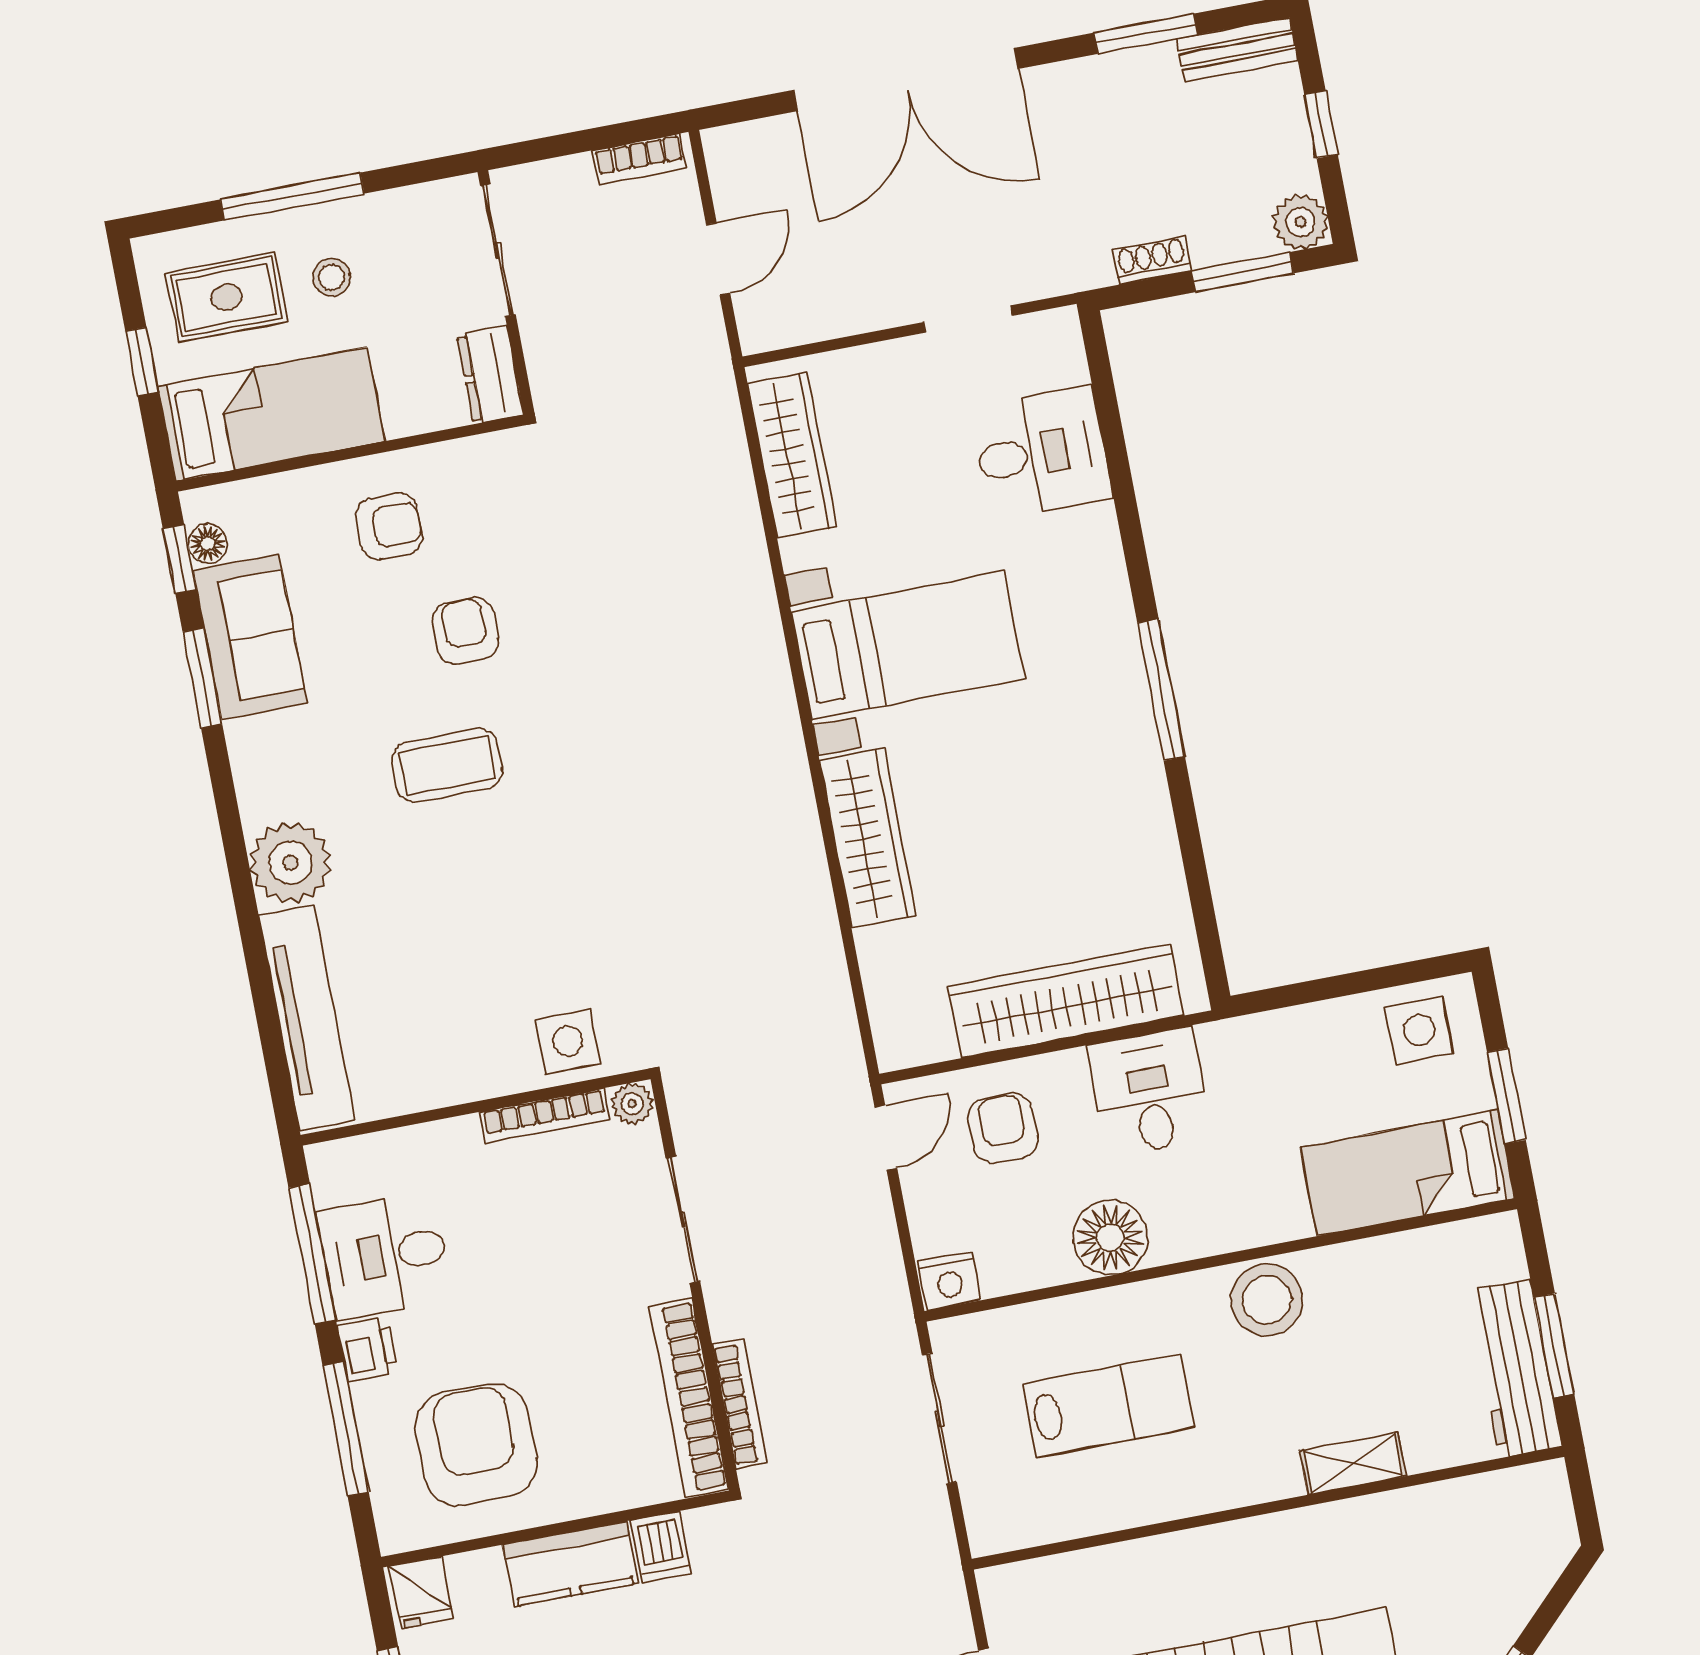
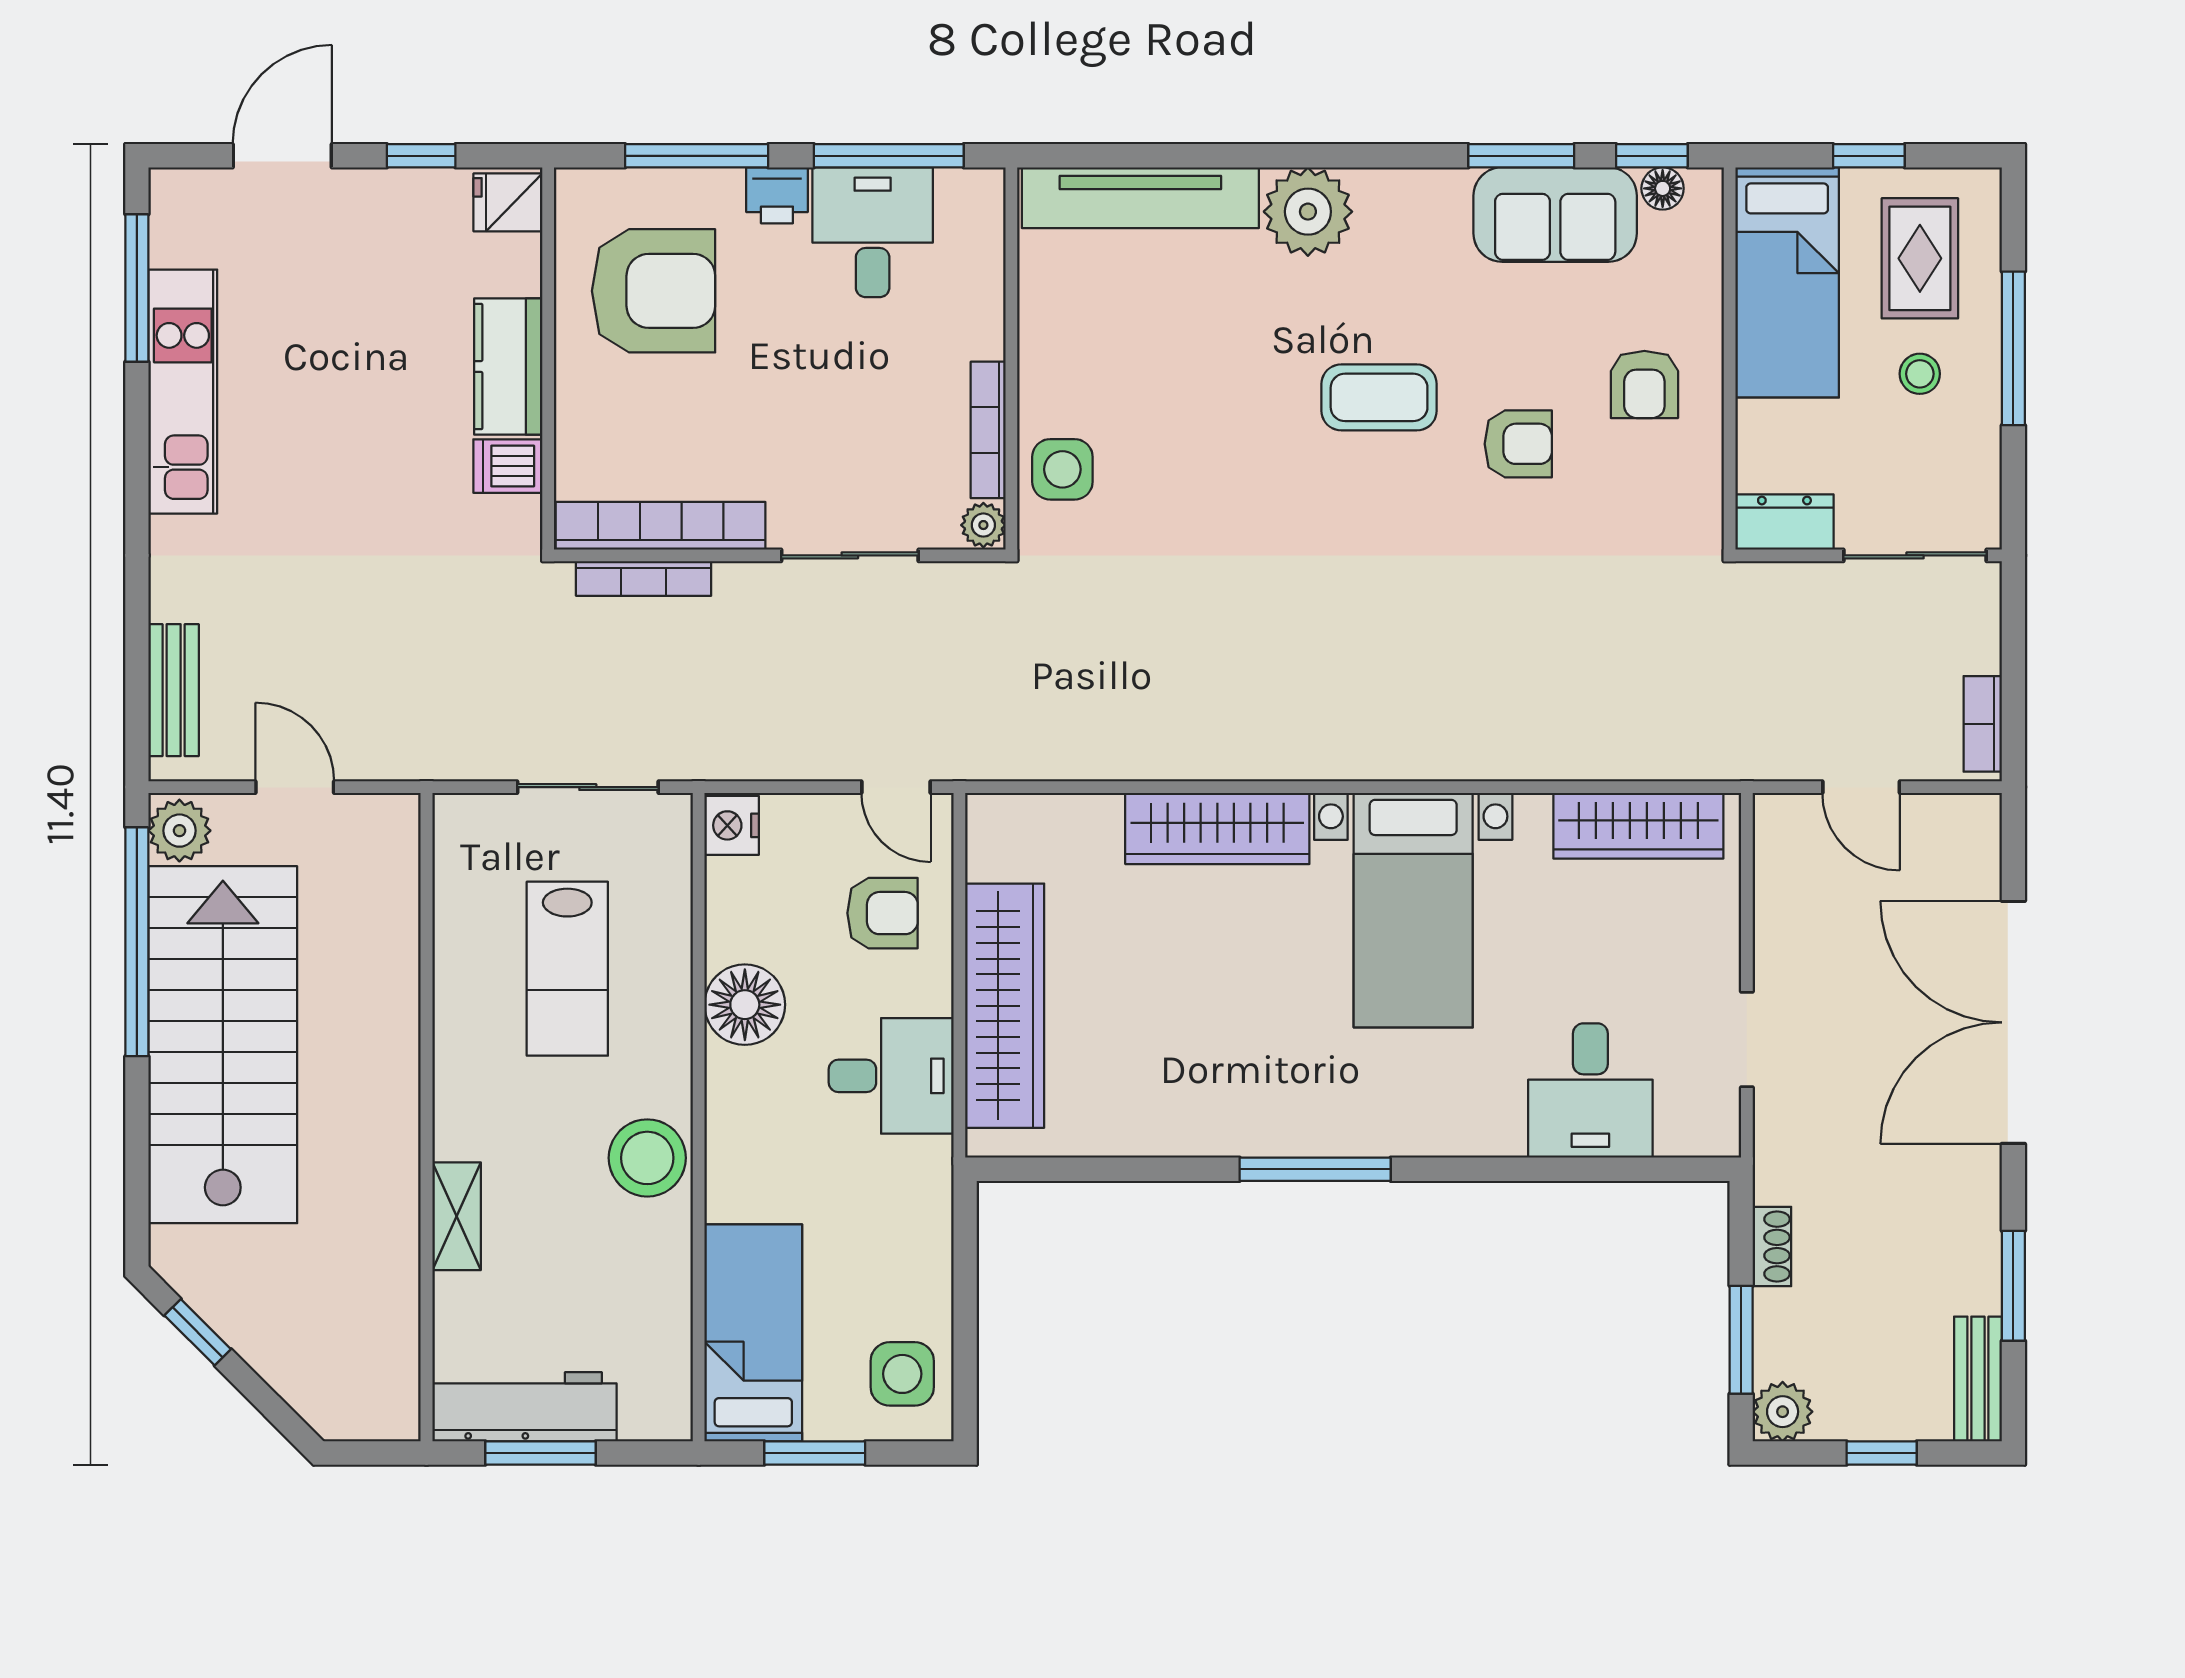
coffee table: (447, 766) -> (1379, 397), turned 90

